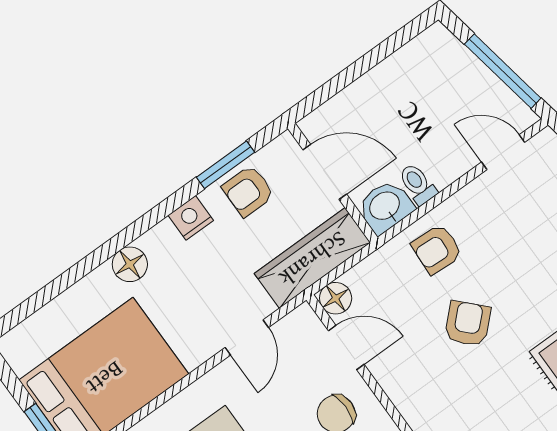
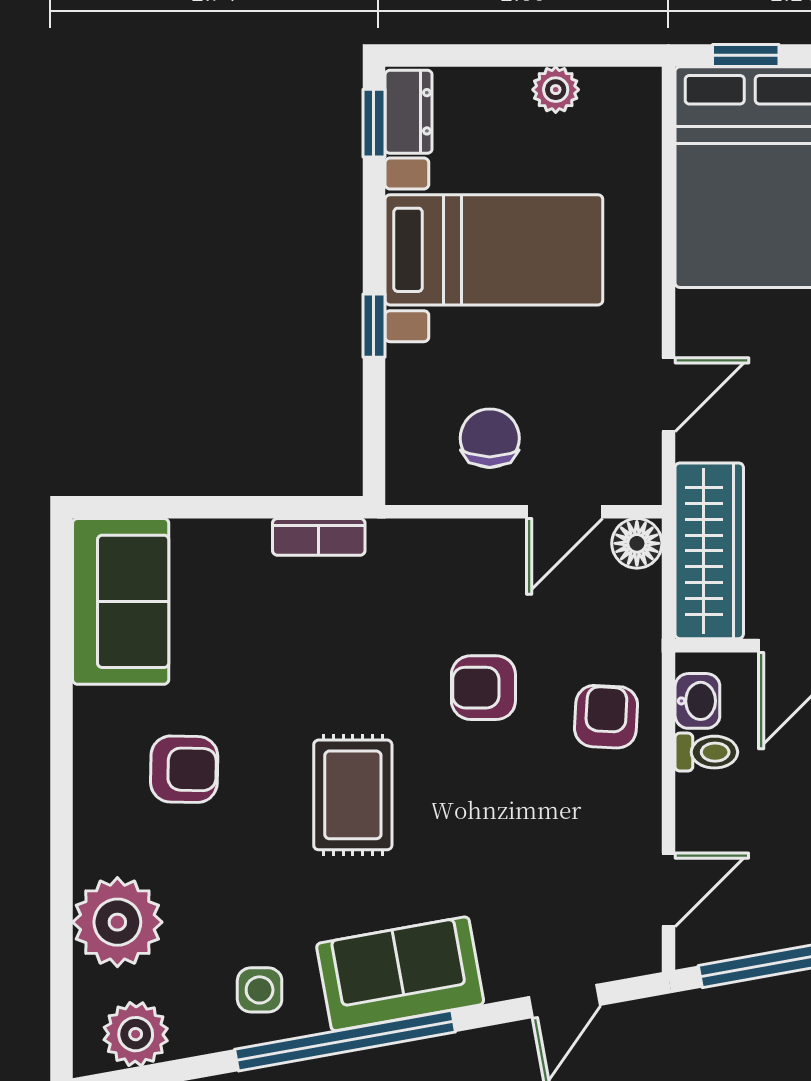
washbasin: (385, 207) -> (697, 701), width x0.72, depth x0.69
armchair: (468, 324) -> (483, 688), turned 134
door: (247, 338) -> (668, 395), swing flipped

